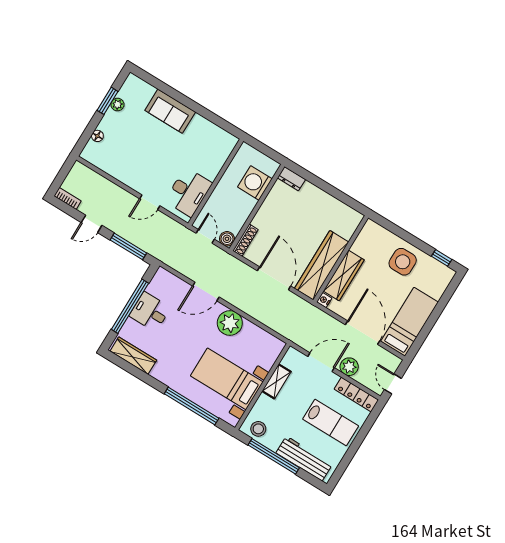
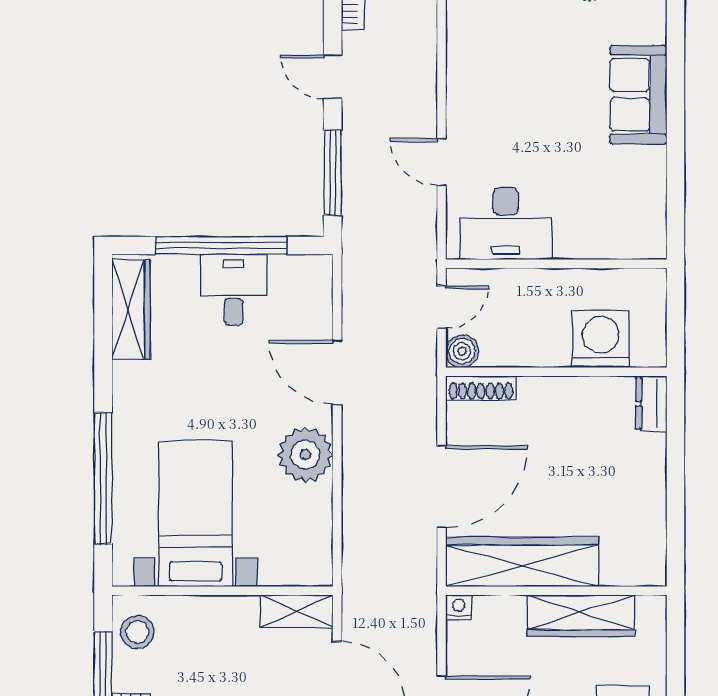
wardrobe: (344, 275) -> (581, 616), moved
shelving: (276, 381) -> (297, 611), moved

